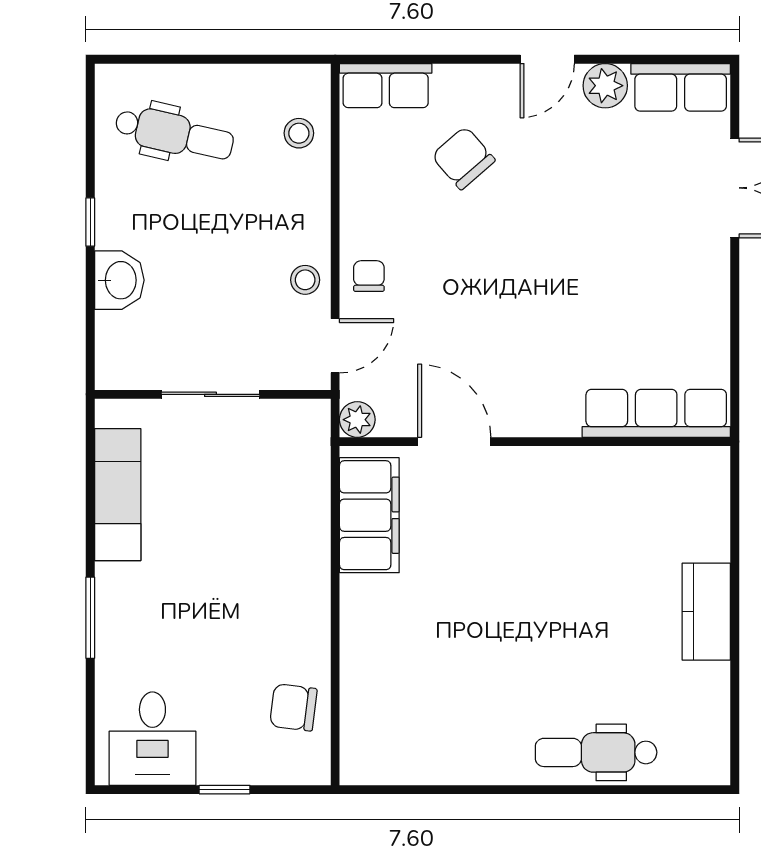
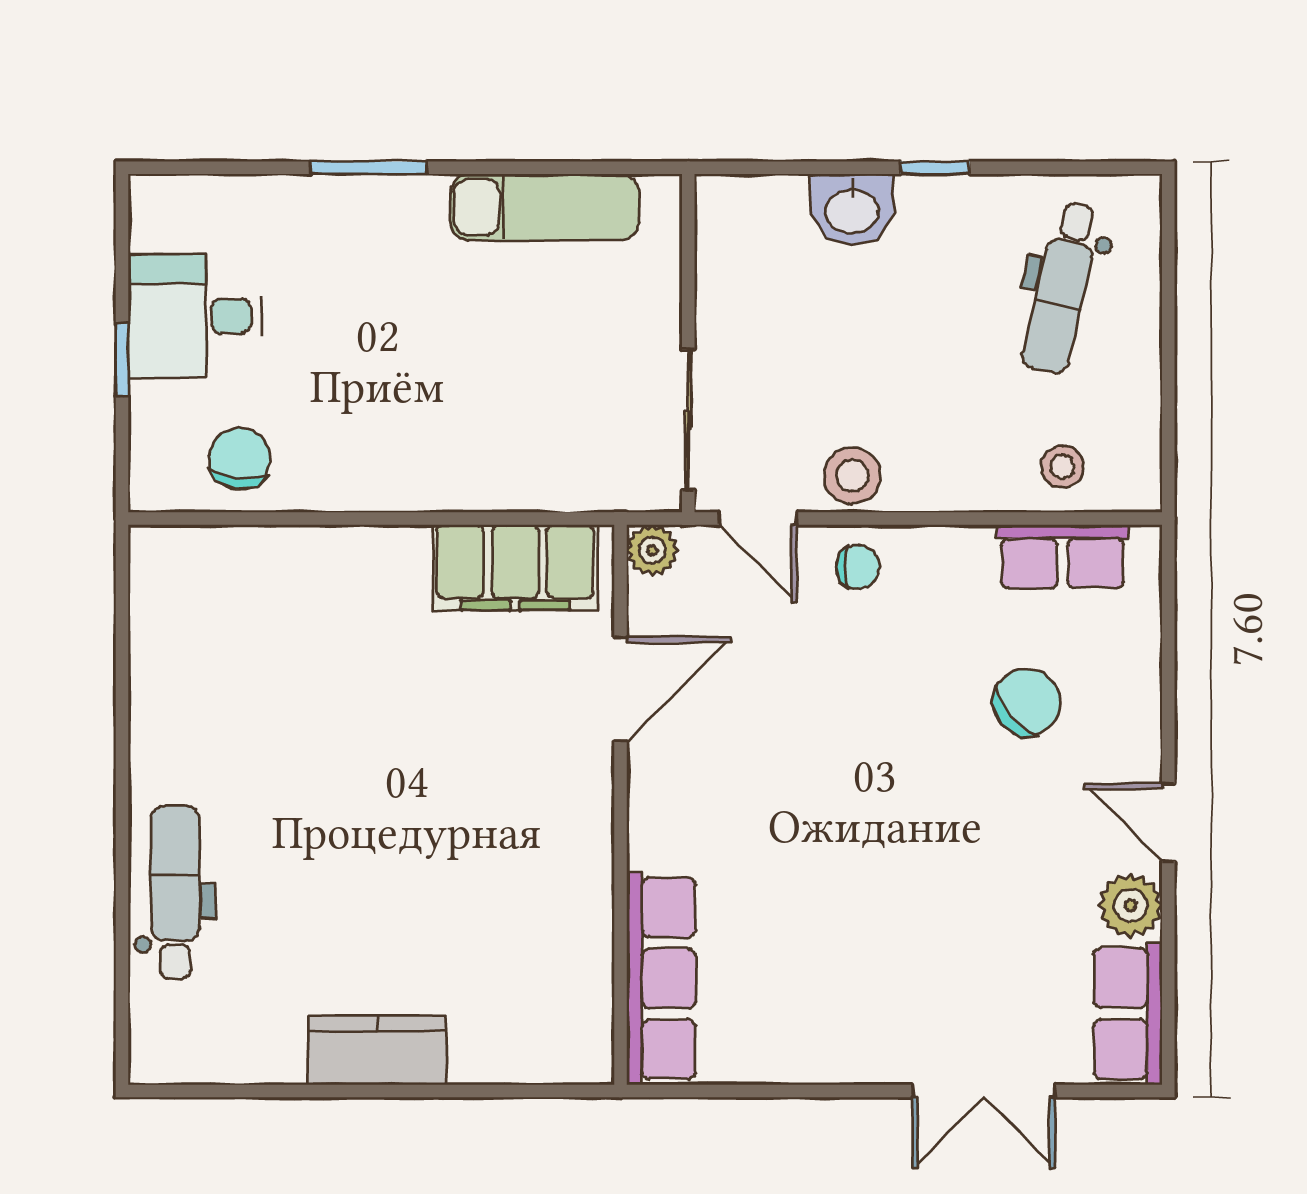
row of seats: (386, 86) -> (1062, 556), moved, turned -90
stool: (305, 280) -> (852, 476), width x1.37, depth x1.37
sliding door: (210, 394) -> (688, 420), moved
desk: (152, 739) -> (195, 316), moved

